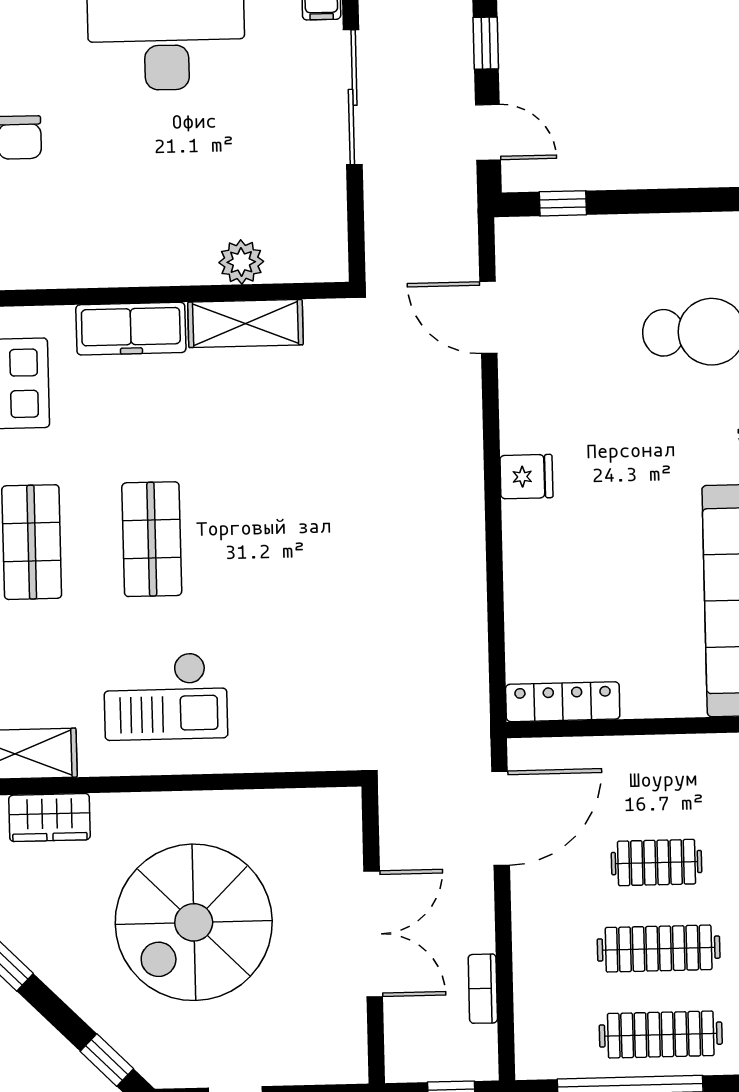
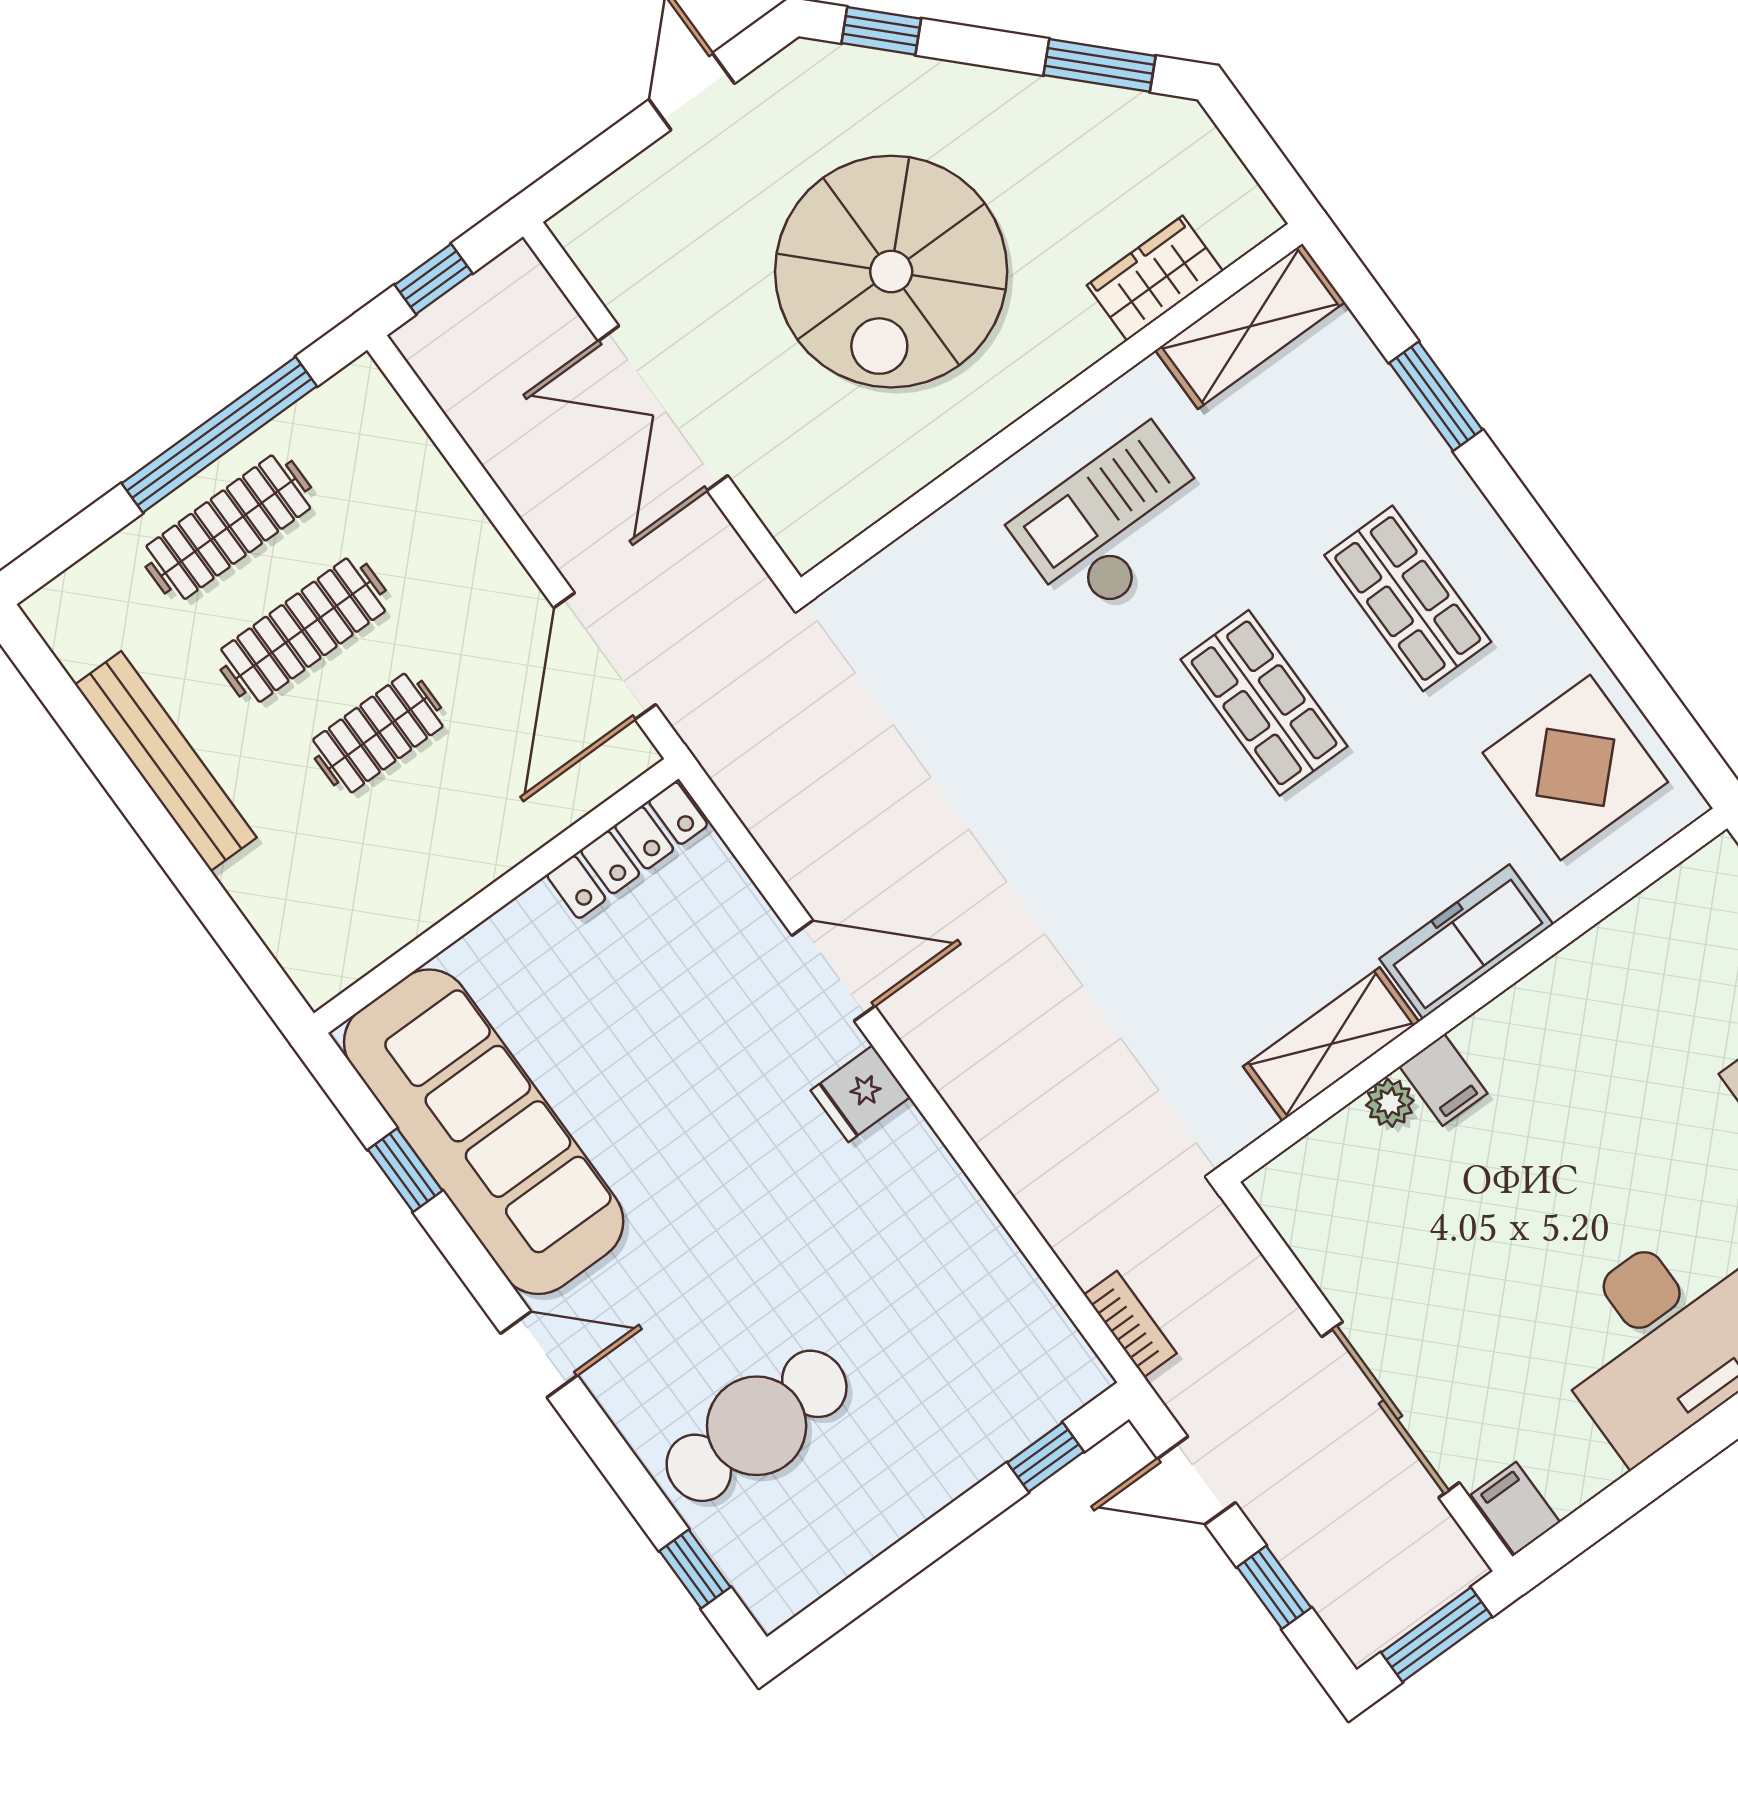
filing cabinet: (197, 261) -> (1443, 1080), added
plant: (241, 262) -> (1390, 1103), width x0.73, depth x0.73
door: (488, 317) -> (833, 971), moved
spiral stairs: (194, 922) -> (891, 272), turned 180
bookcase: (483, 989) -> (1130, 1324), moved

